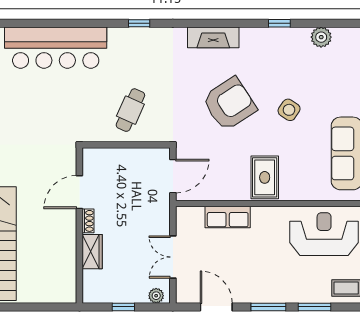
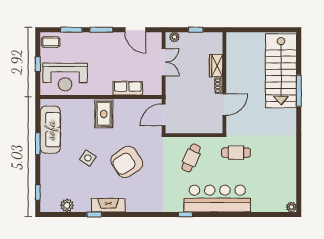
fireplace: (213, 37) -> (108, 205), moved
bar counter: (56, 48) -> (217, 199), moved
cafe table: (62, 118) -> (236, 153), added

